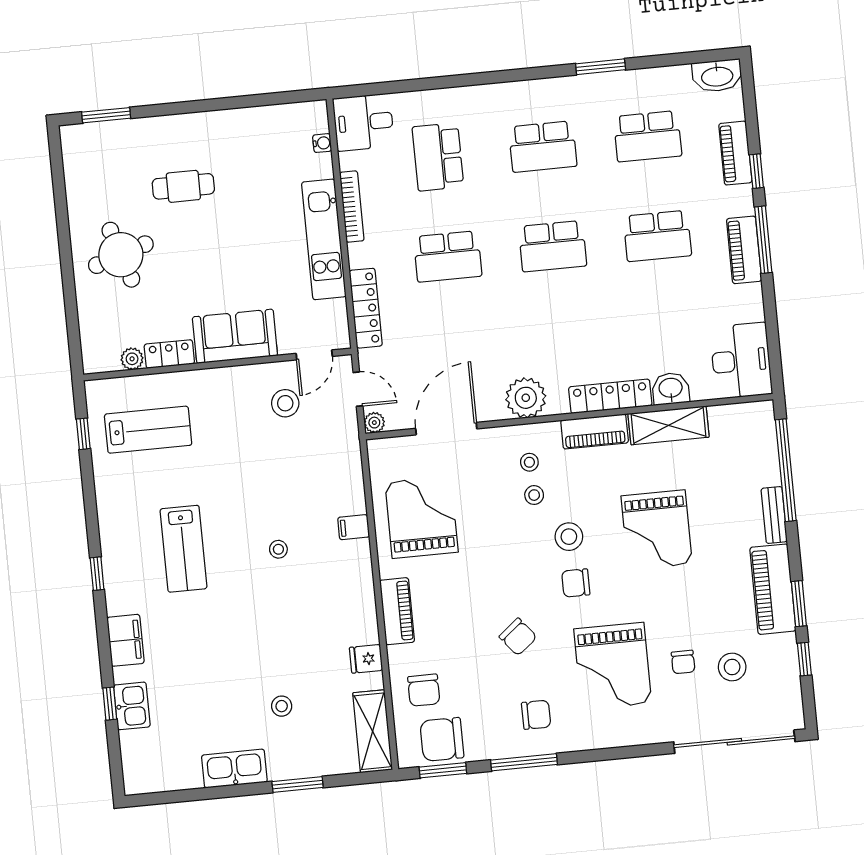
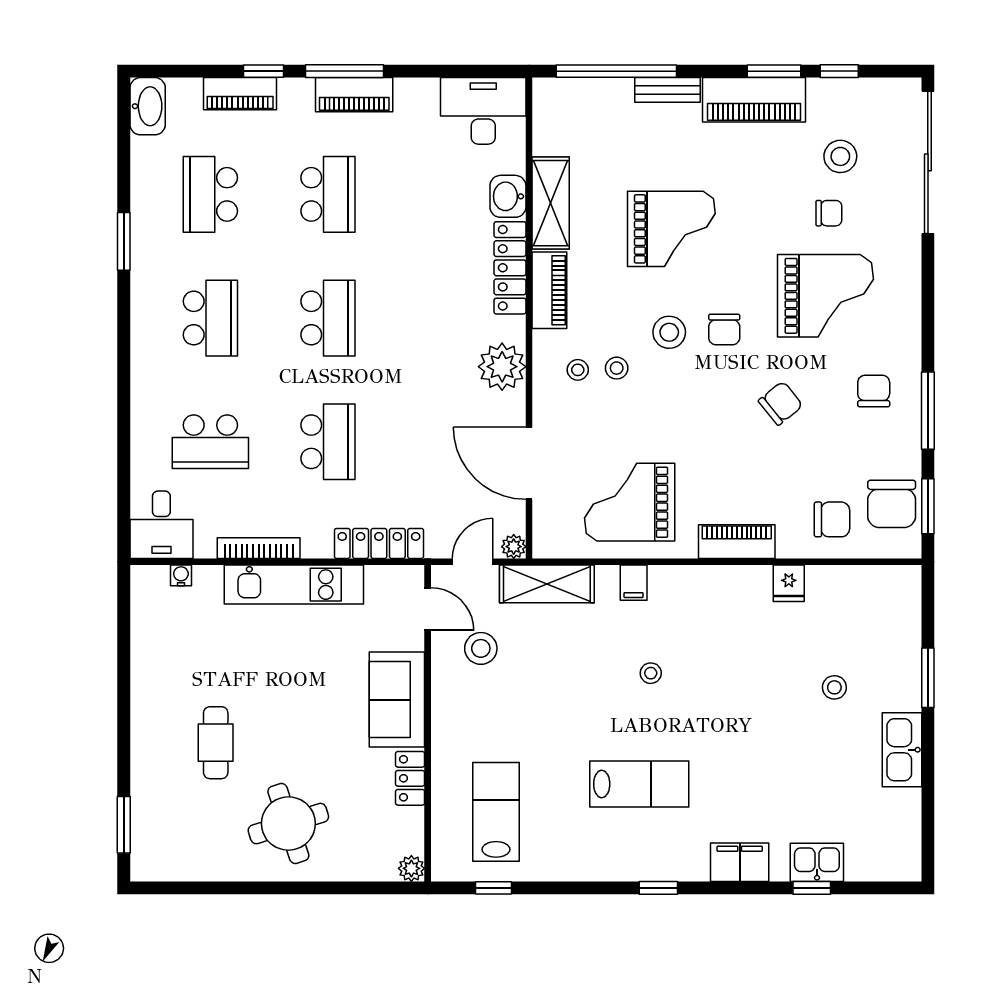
school desk: (648, 136) -> (210, 194), turned 180
plant: (132, 359) -> (411, 868), moved
shelving: (373, 731) -> (547, 584), moved

